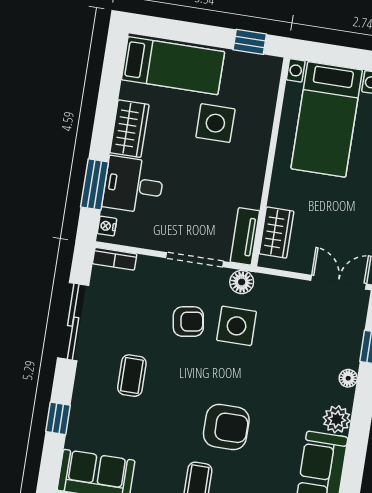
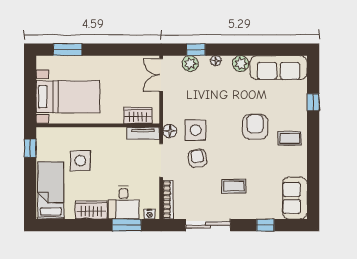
bookcase: (115, 259) -> (168, 200), width x1.56
plant: (350, 334) -> (190, 64), added

